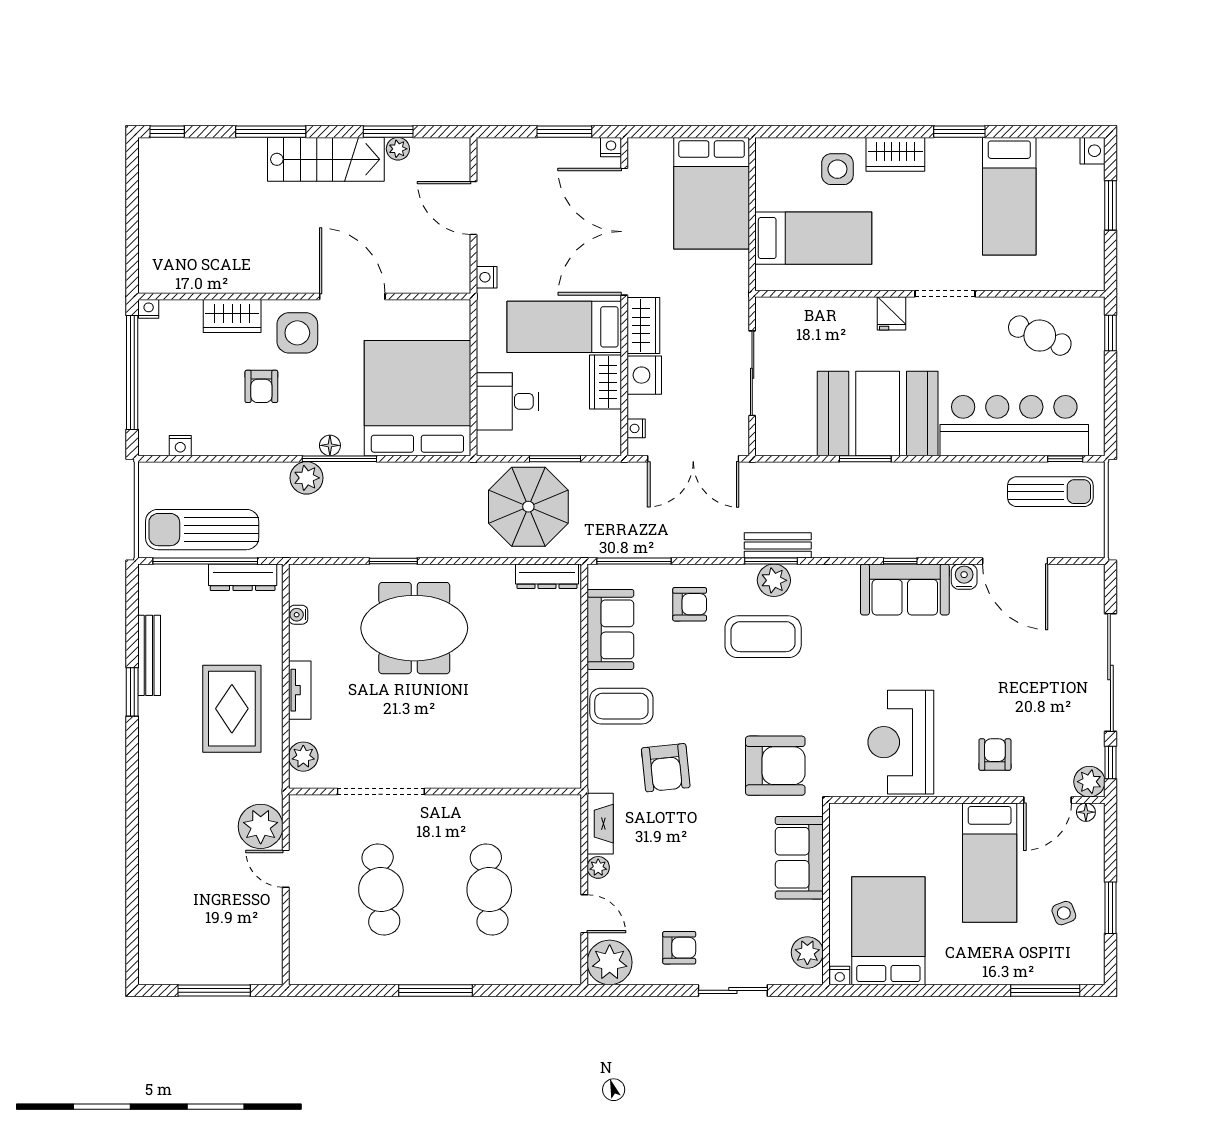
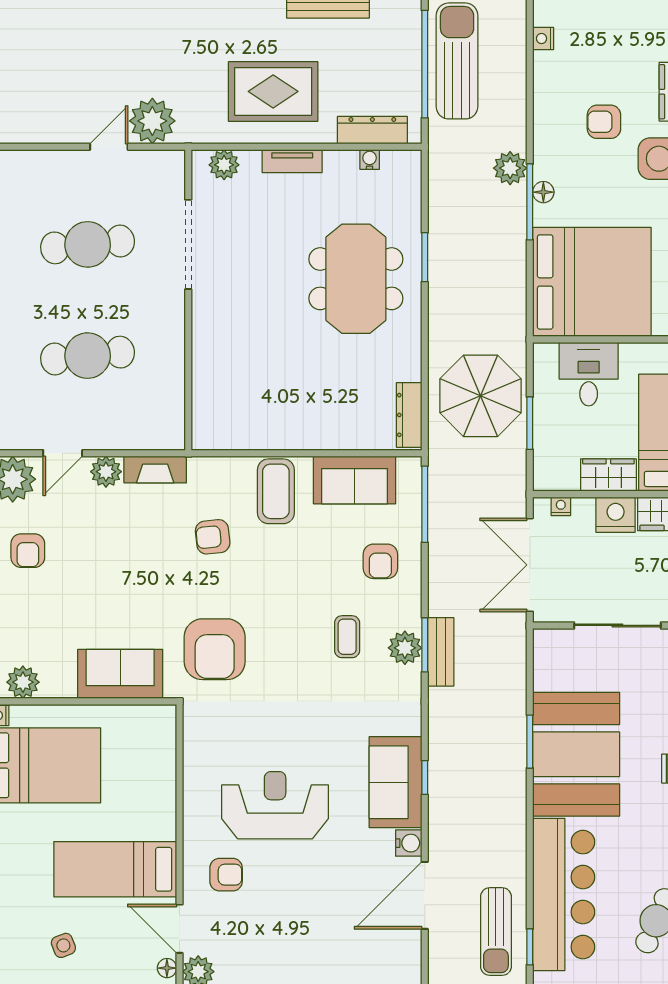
dresser: (243, 577) -> (372, 130), moved, turned 90
coffee table: (763, 637) -> (347, 637), width x0.54, depth x0.58
reception desk: (901, 742) -> (275, 805), moved
armchair: (666, 768) -> (213, 537), width x0.72, depth x0.72
plant: (598, 867) -> (106, 472), width x1.38, depth x1.38

